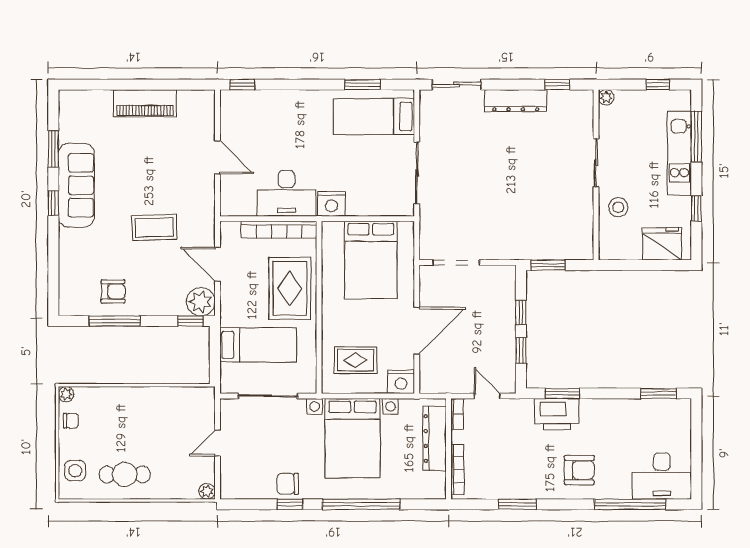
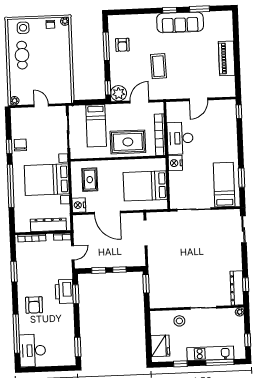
dresser: (516, 101) -> (237, 288), moved

